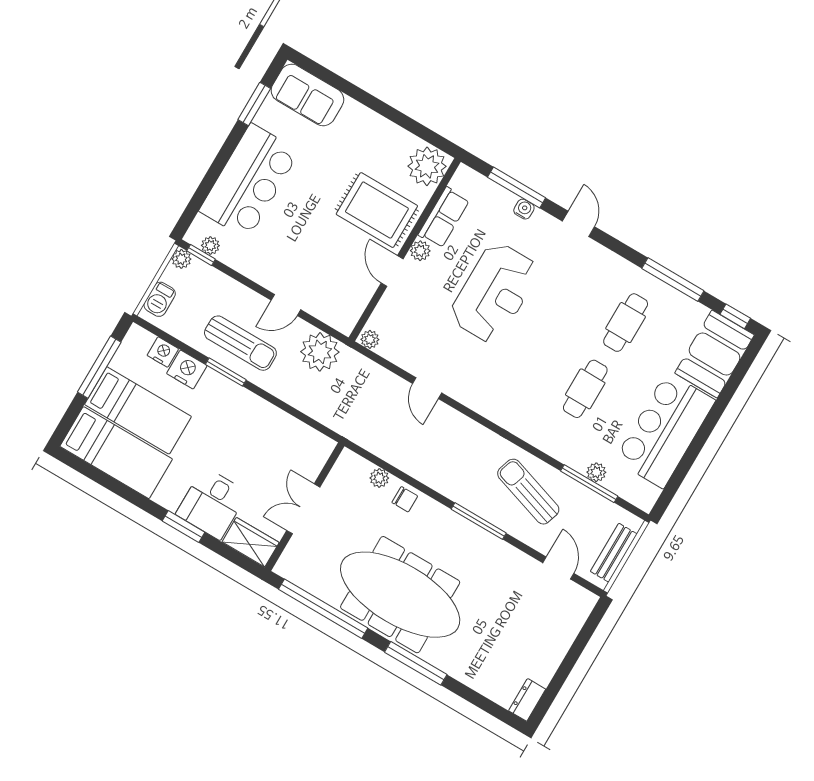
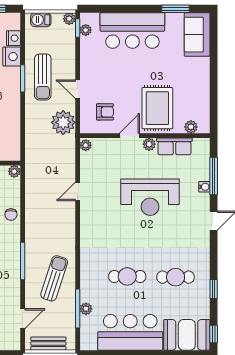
plant: (427, 166) -> (191, 127), width x0.53, depth x0.53
window: (673, 280) -> (214, 289), width x0.46
armchair: (339, 285) -> (105, 112), added
plant: (379, 478) -> (14, 171), moved

